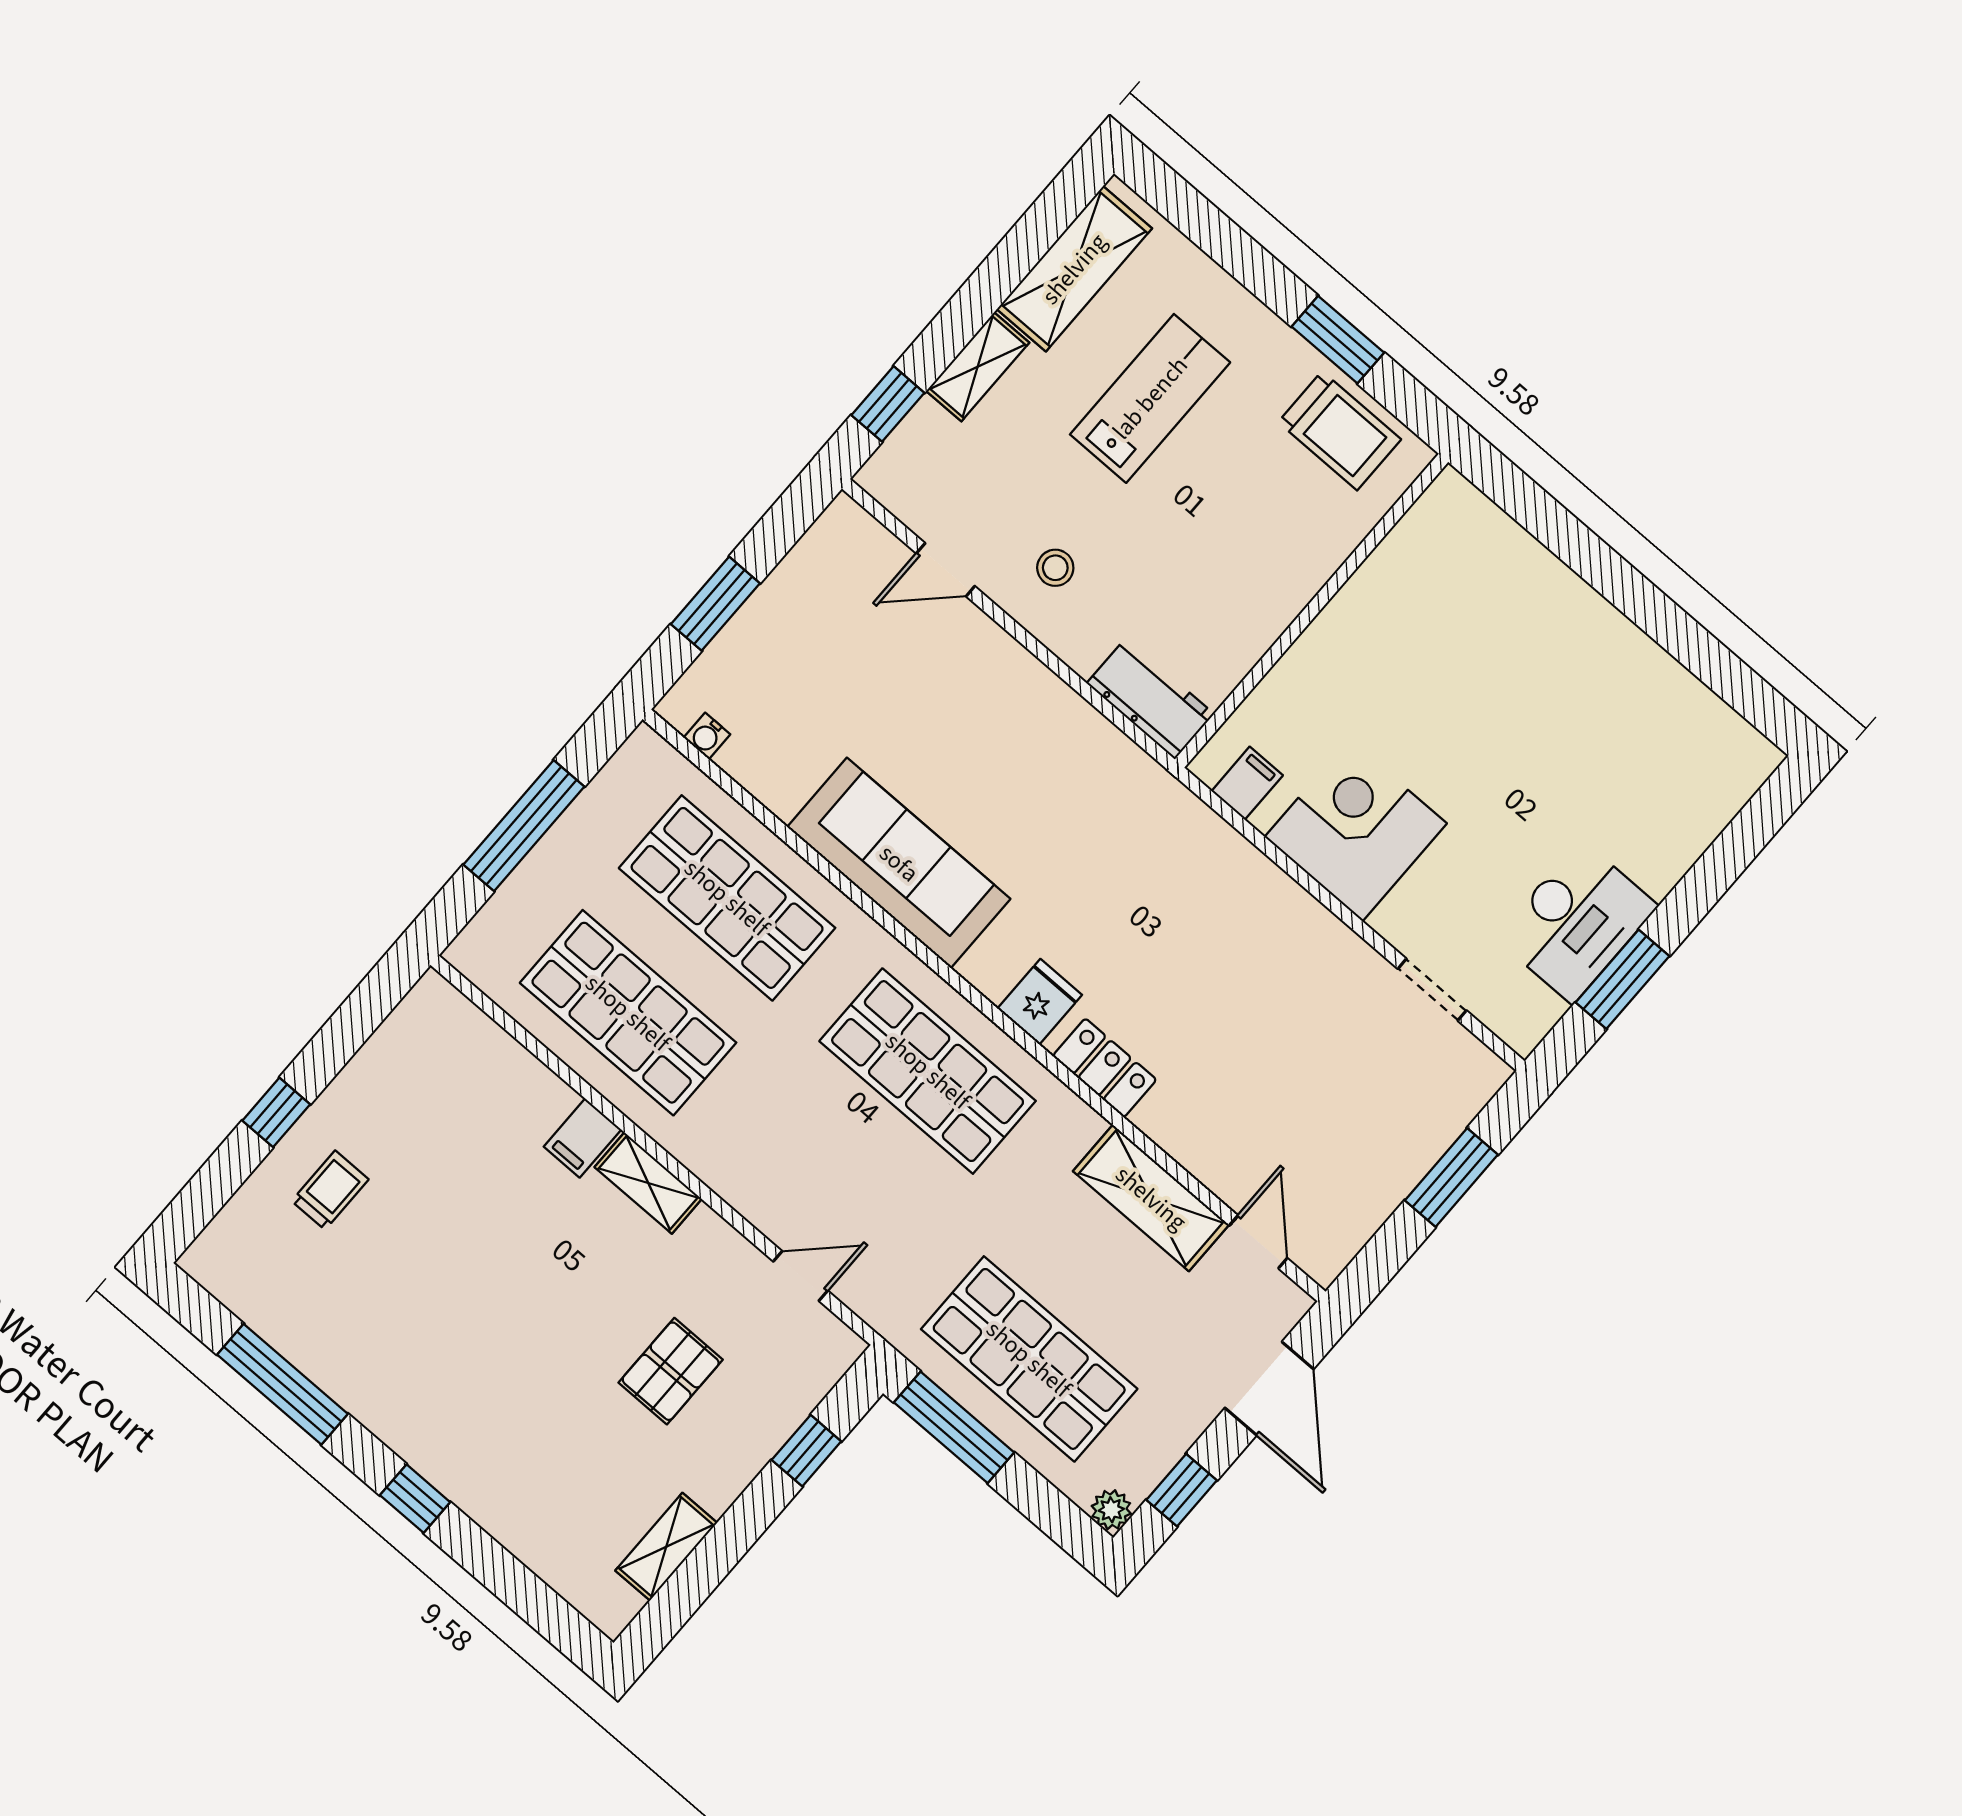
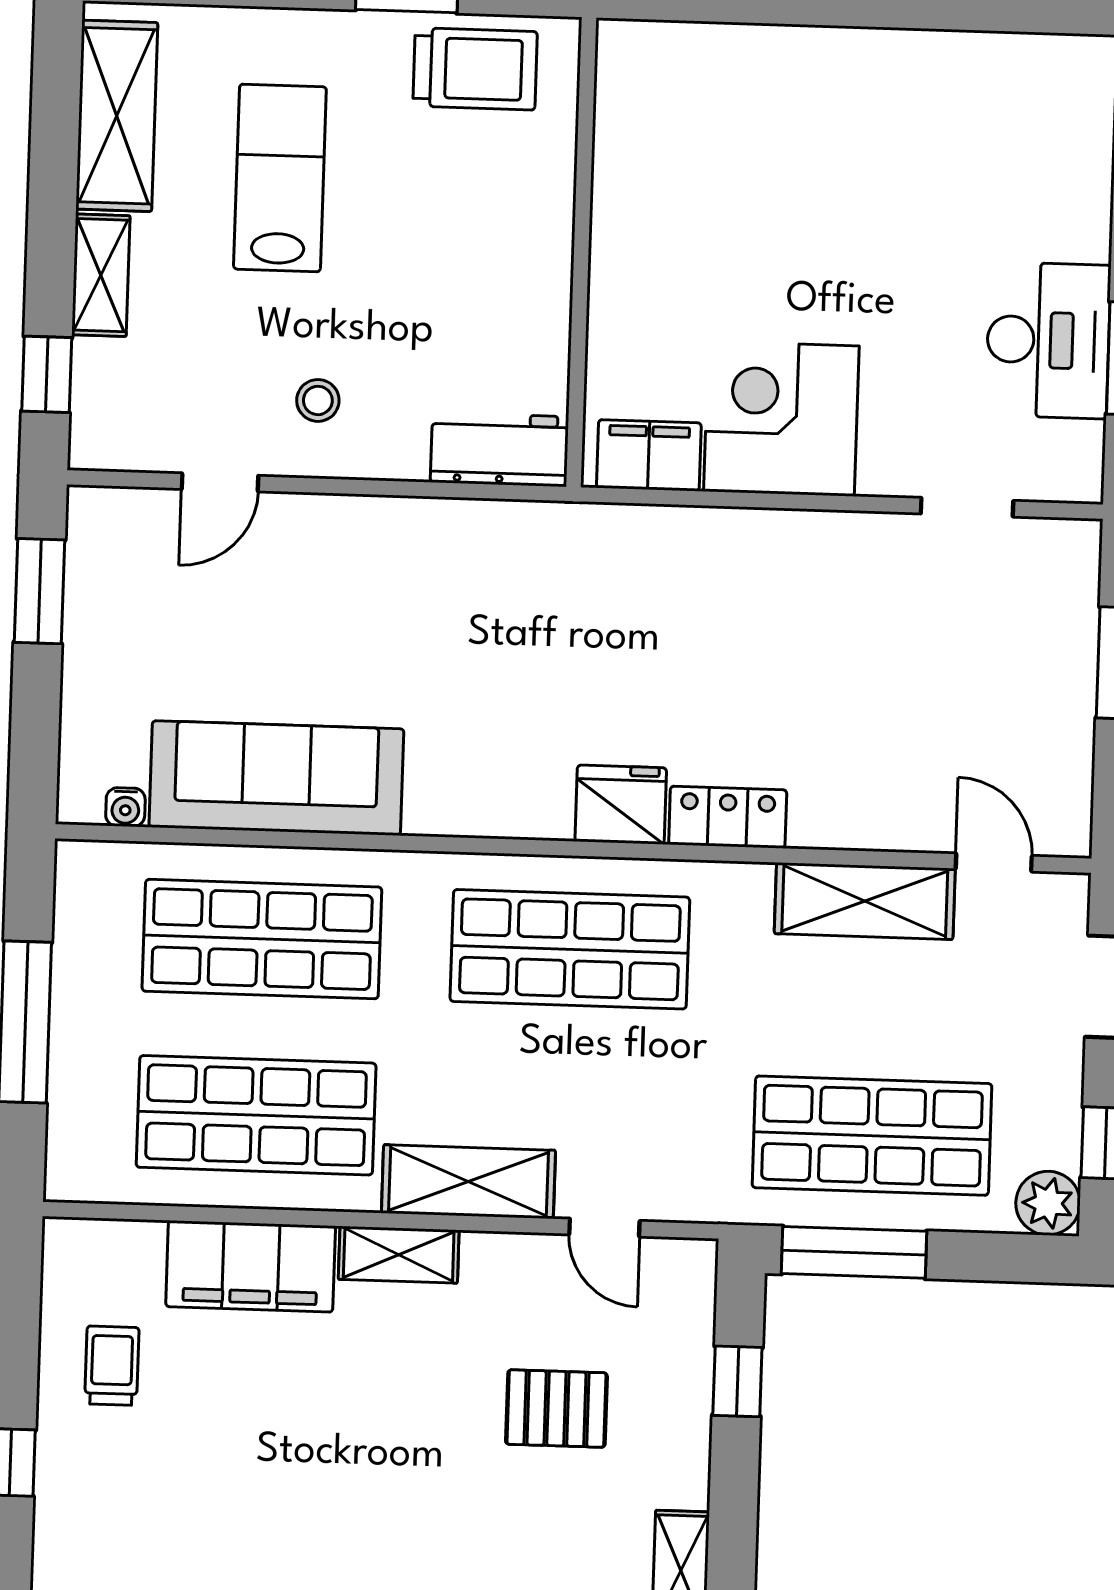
window: (715, 604) -> (39, 591), moved
filing cabinet: (1247, 783) -> (649, 455), width x2.00
sofa: (899, 863) -> (276, 778), moved
fridge: (1040, 1002) -> (621, 805), width x1.38
filing cabinet: (582, 1138) -> (251, 1266), width x3.00, depth x1.17
shelving: (734, 1172) -> (468, 1182), added
trolley: (330, 1190) -> (112, 1366), moved
door: (800, 1276) -> (604, 1228), swing flipped
pallet: (671, 1371) -> (556, 1409), turned 90
plant: (1111, 1510) -> (1048, 1203), width x1.38, depth x1.38

